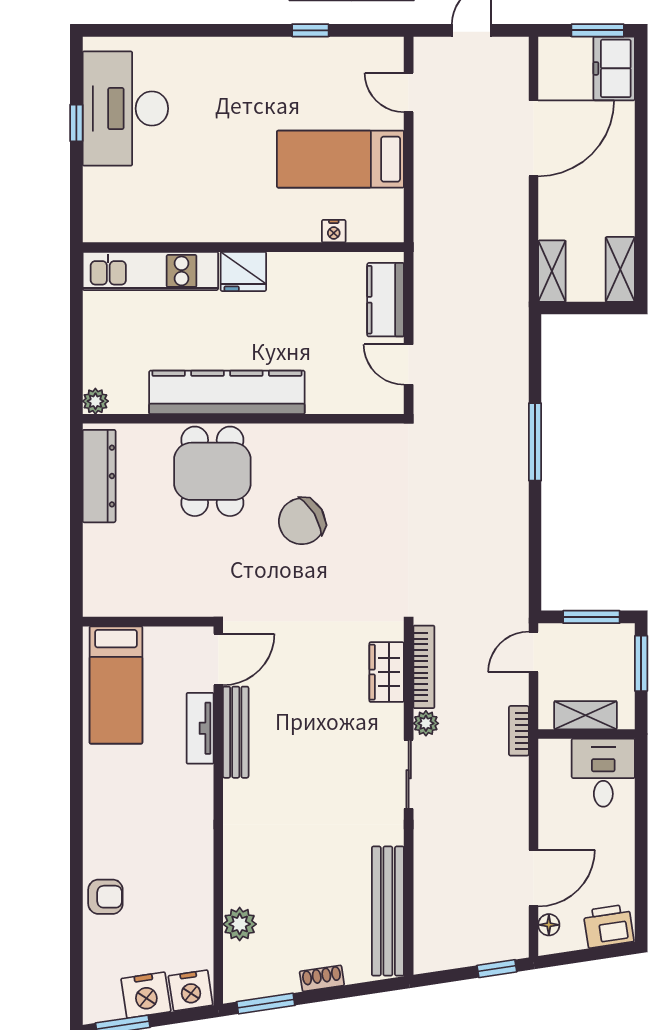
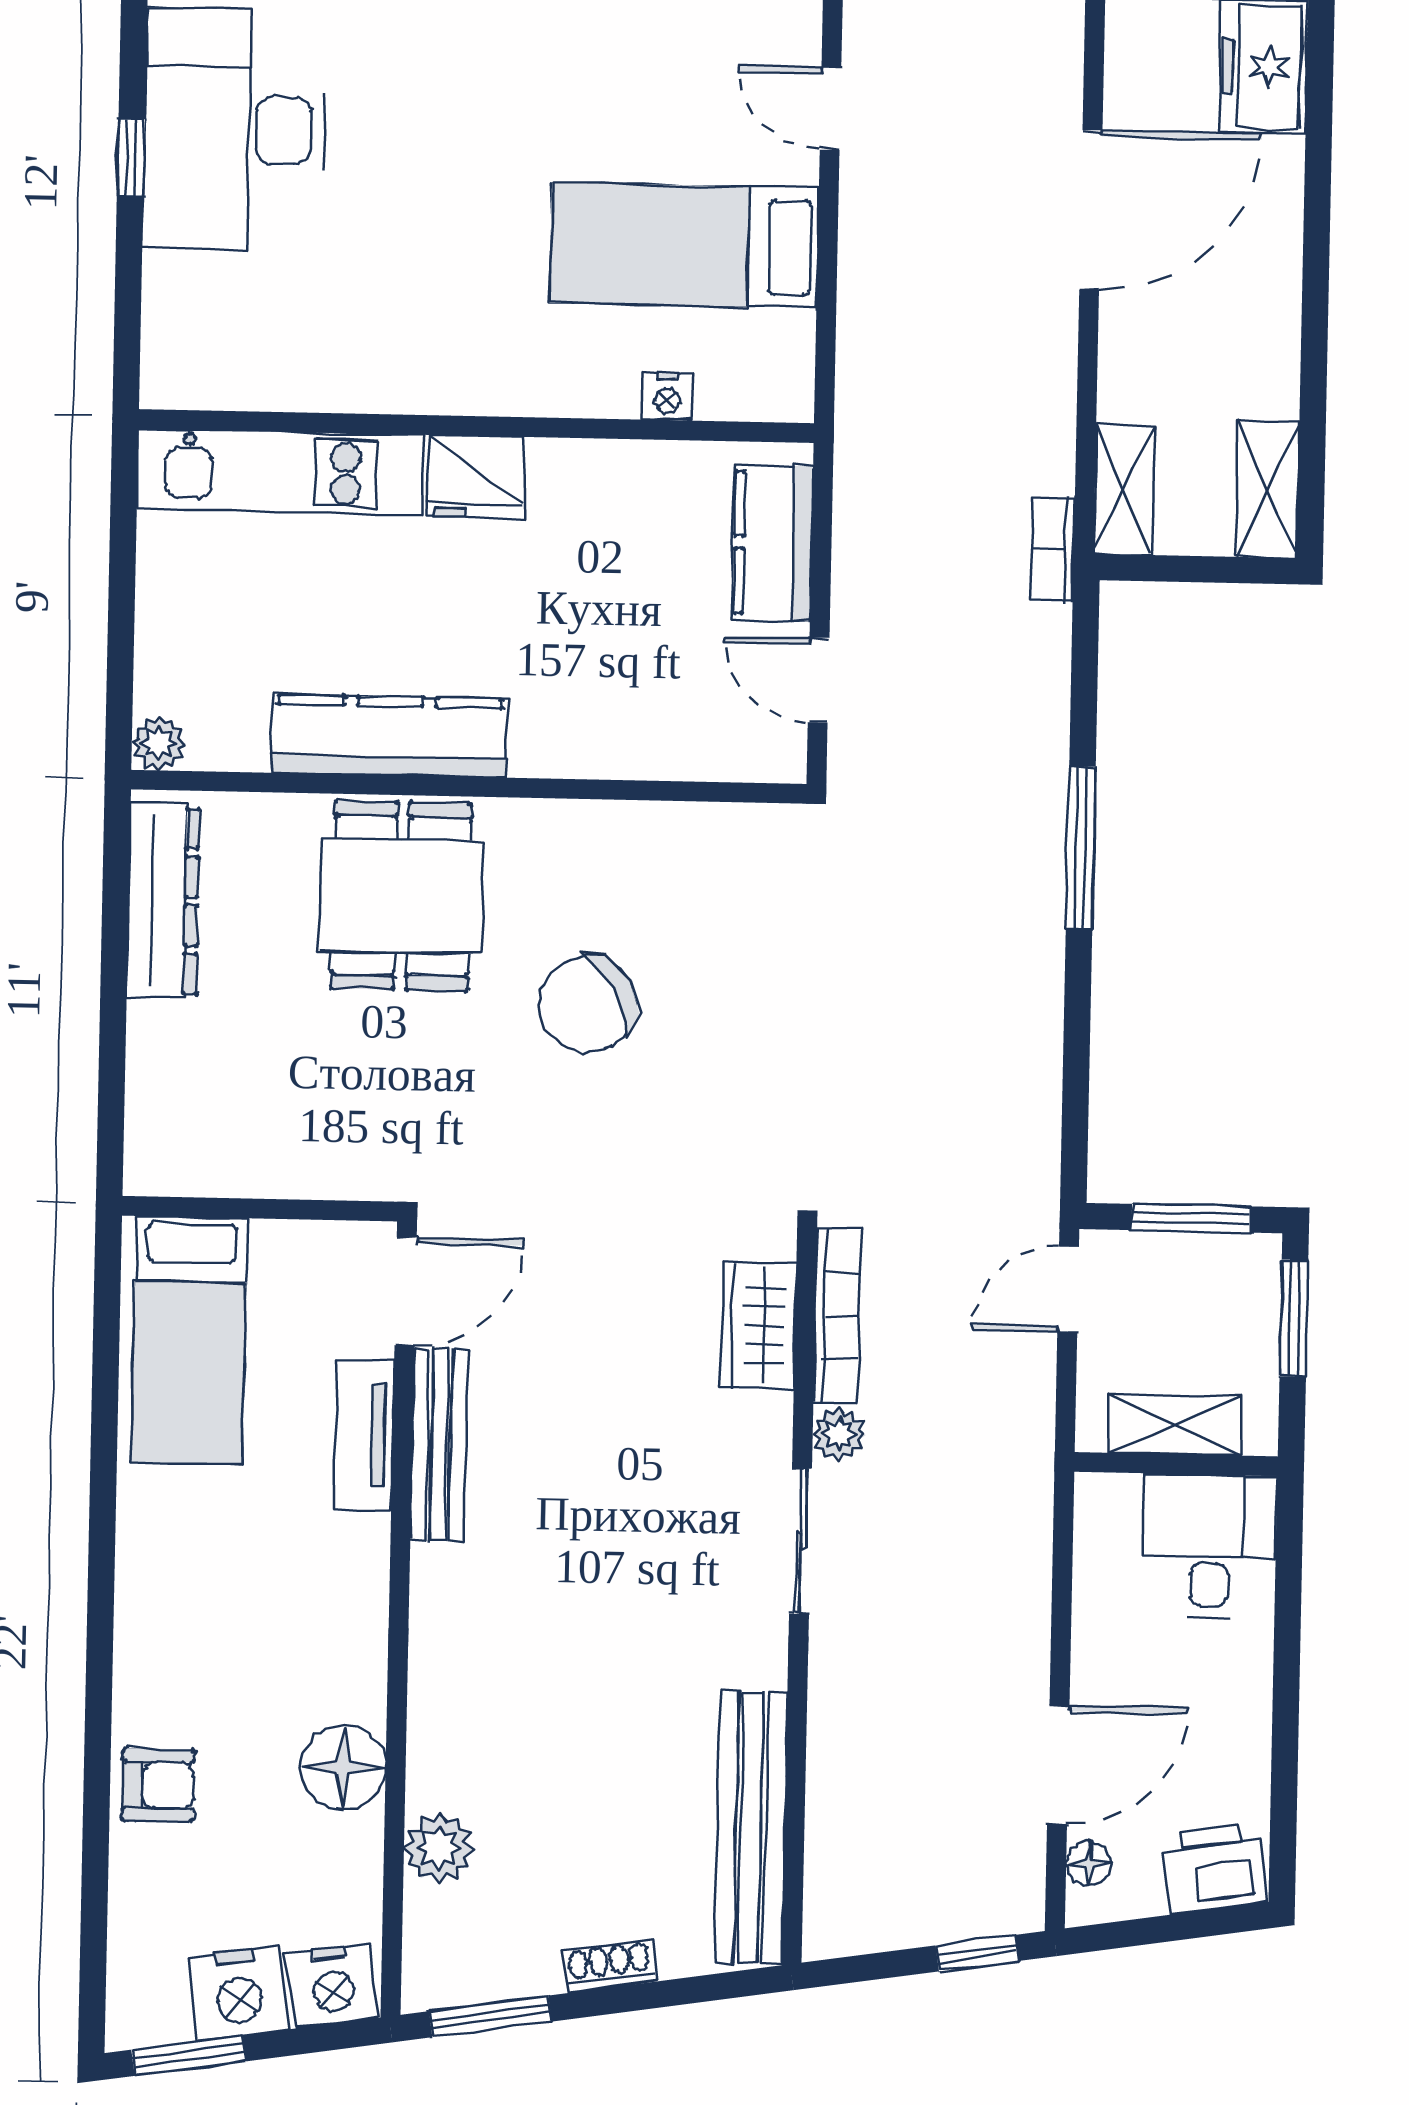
kitchen counter: (227, 392) -> (390, 736), width x0.72, depth x0.86
bookcase: (519, 731) -> (1053, 549), moved
floor lamp: (193, 887) -> (343, 1767), added

